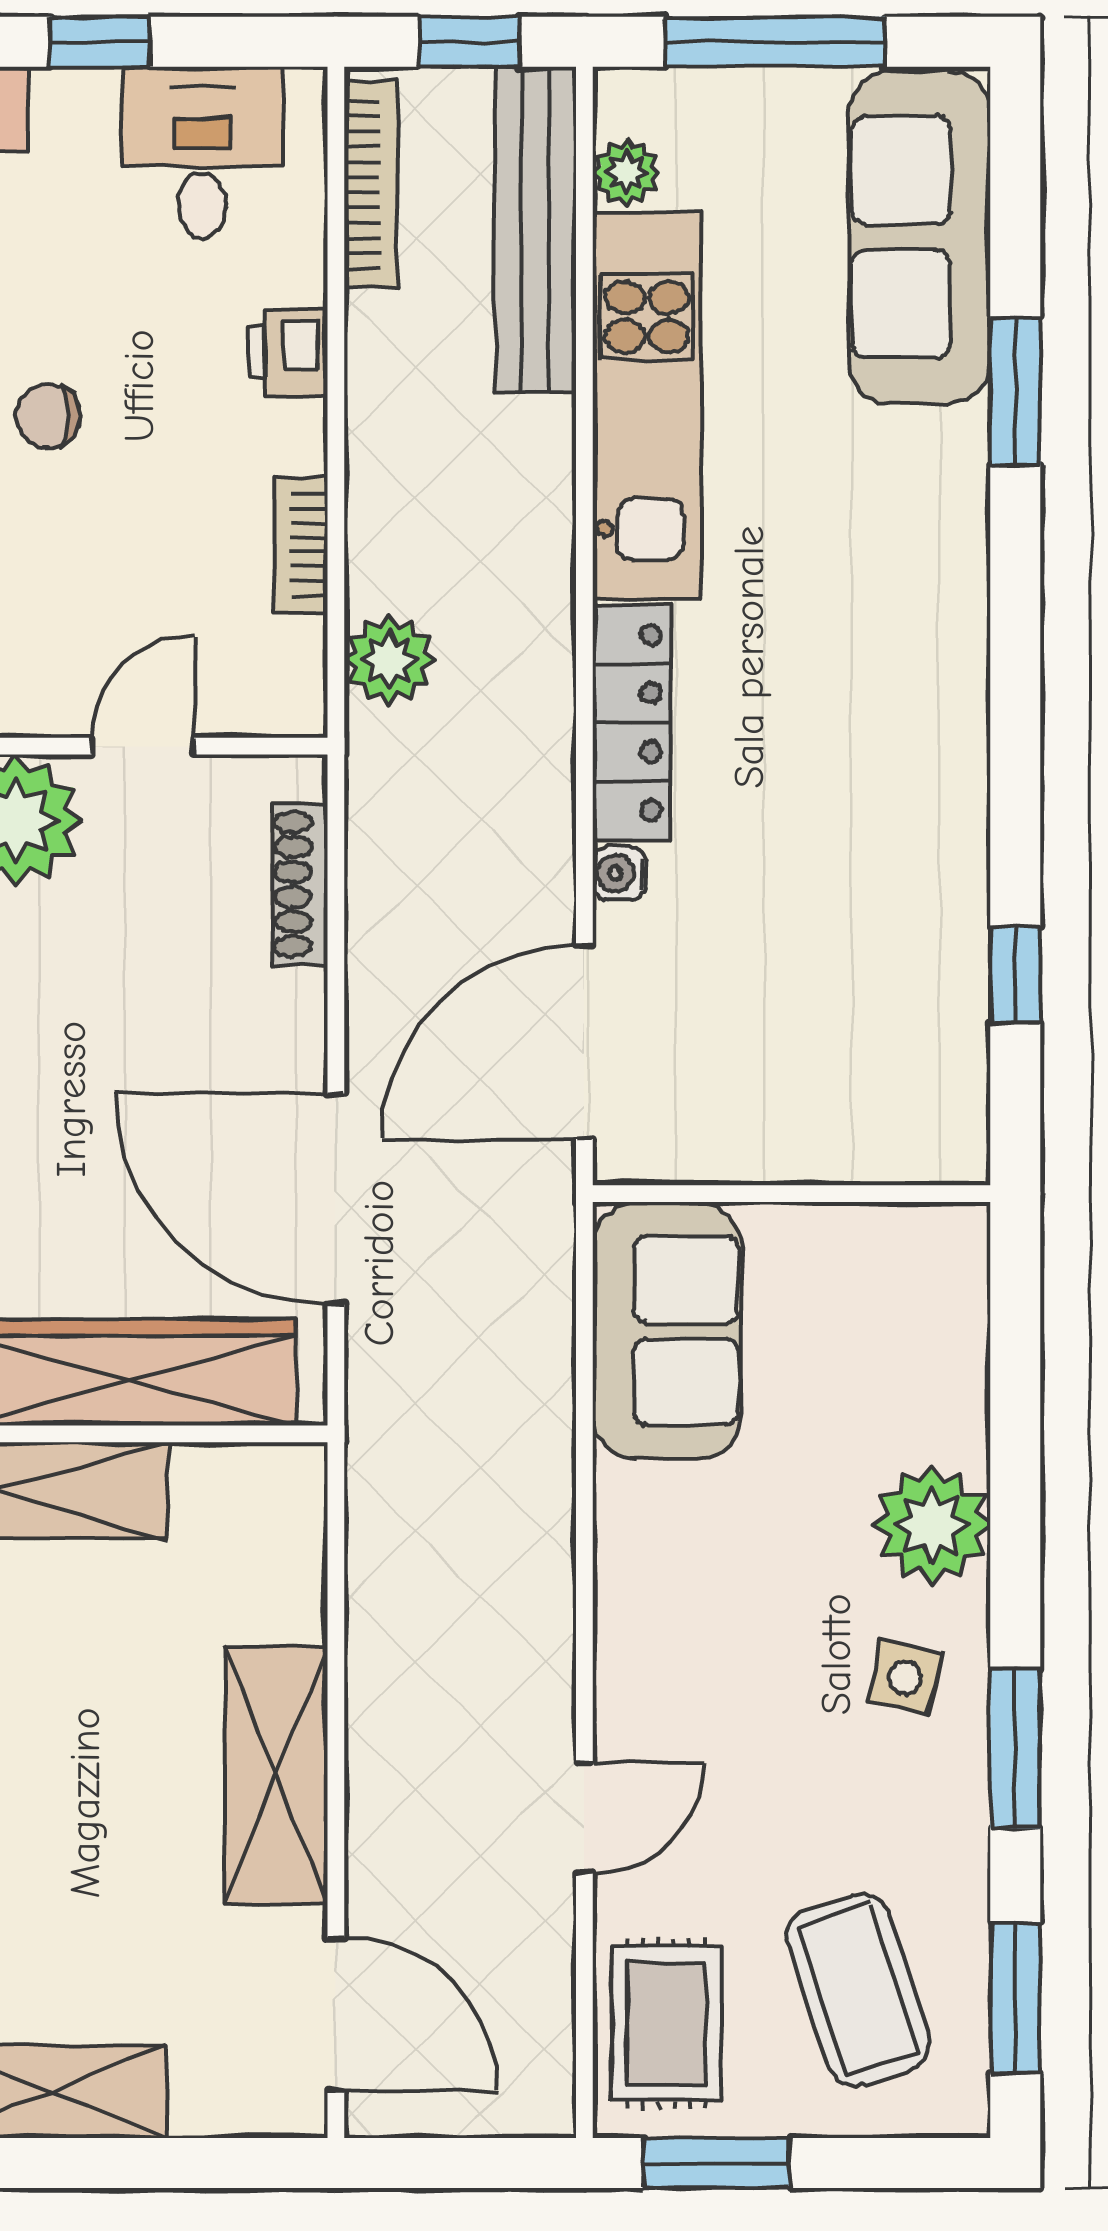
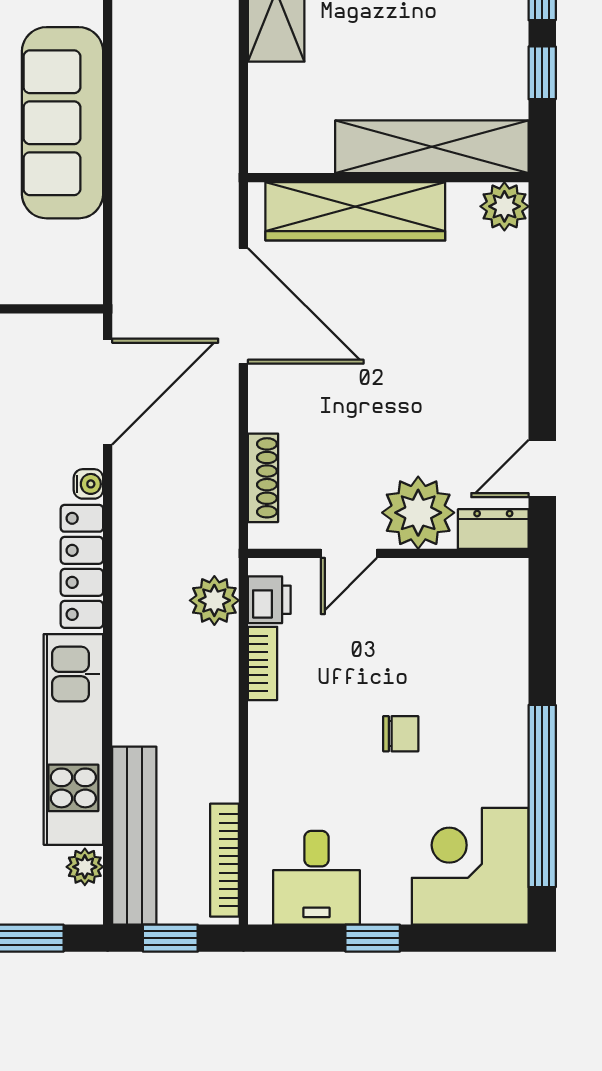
printer: (288, 352) -> (269, 600), moved
sofa: (667, 1330) -> (63, 123), moved, width x1.36

